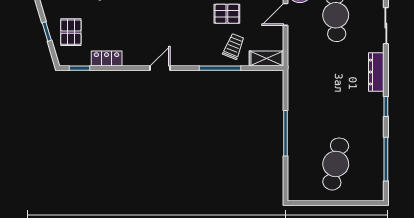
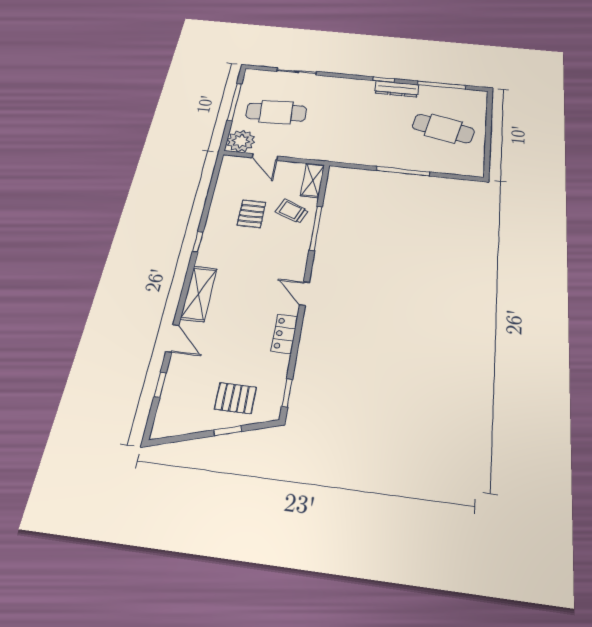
locker: (107, 59) -> (284, 334), moved
dresser: (376, 72) -> (397, 89), moved

